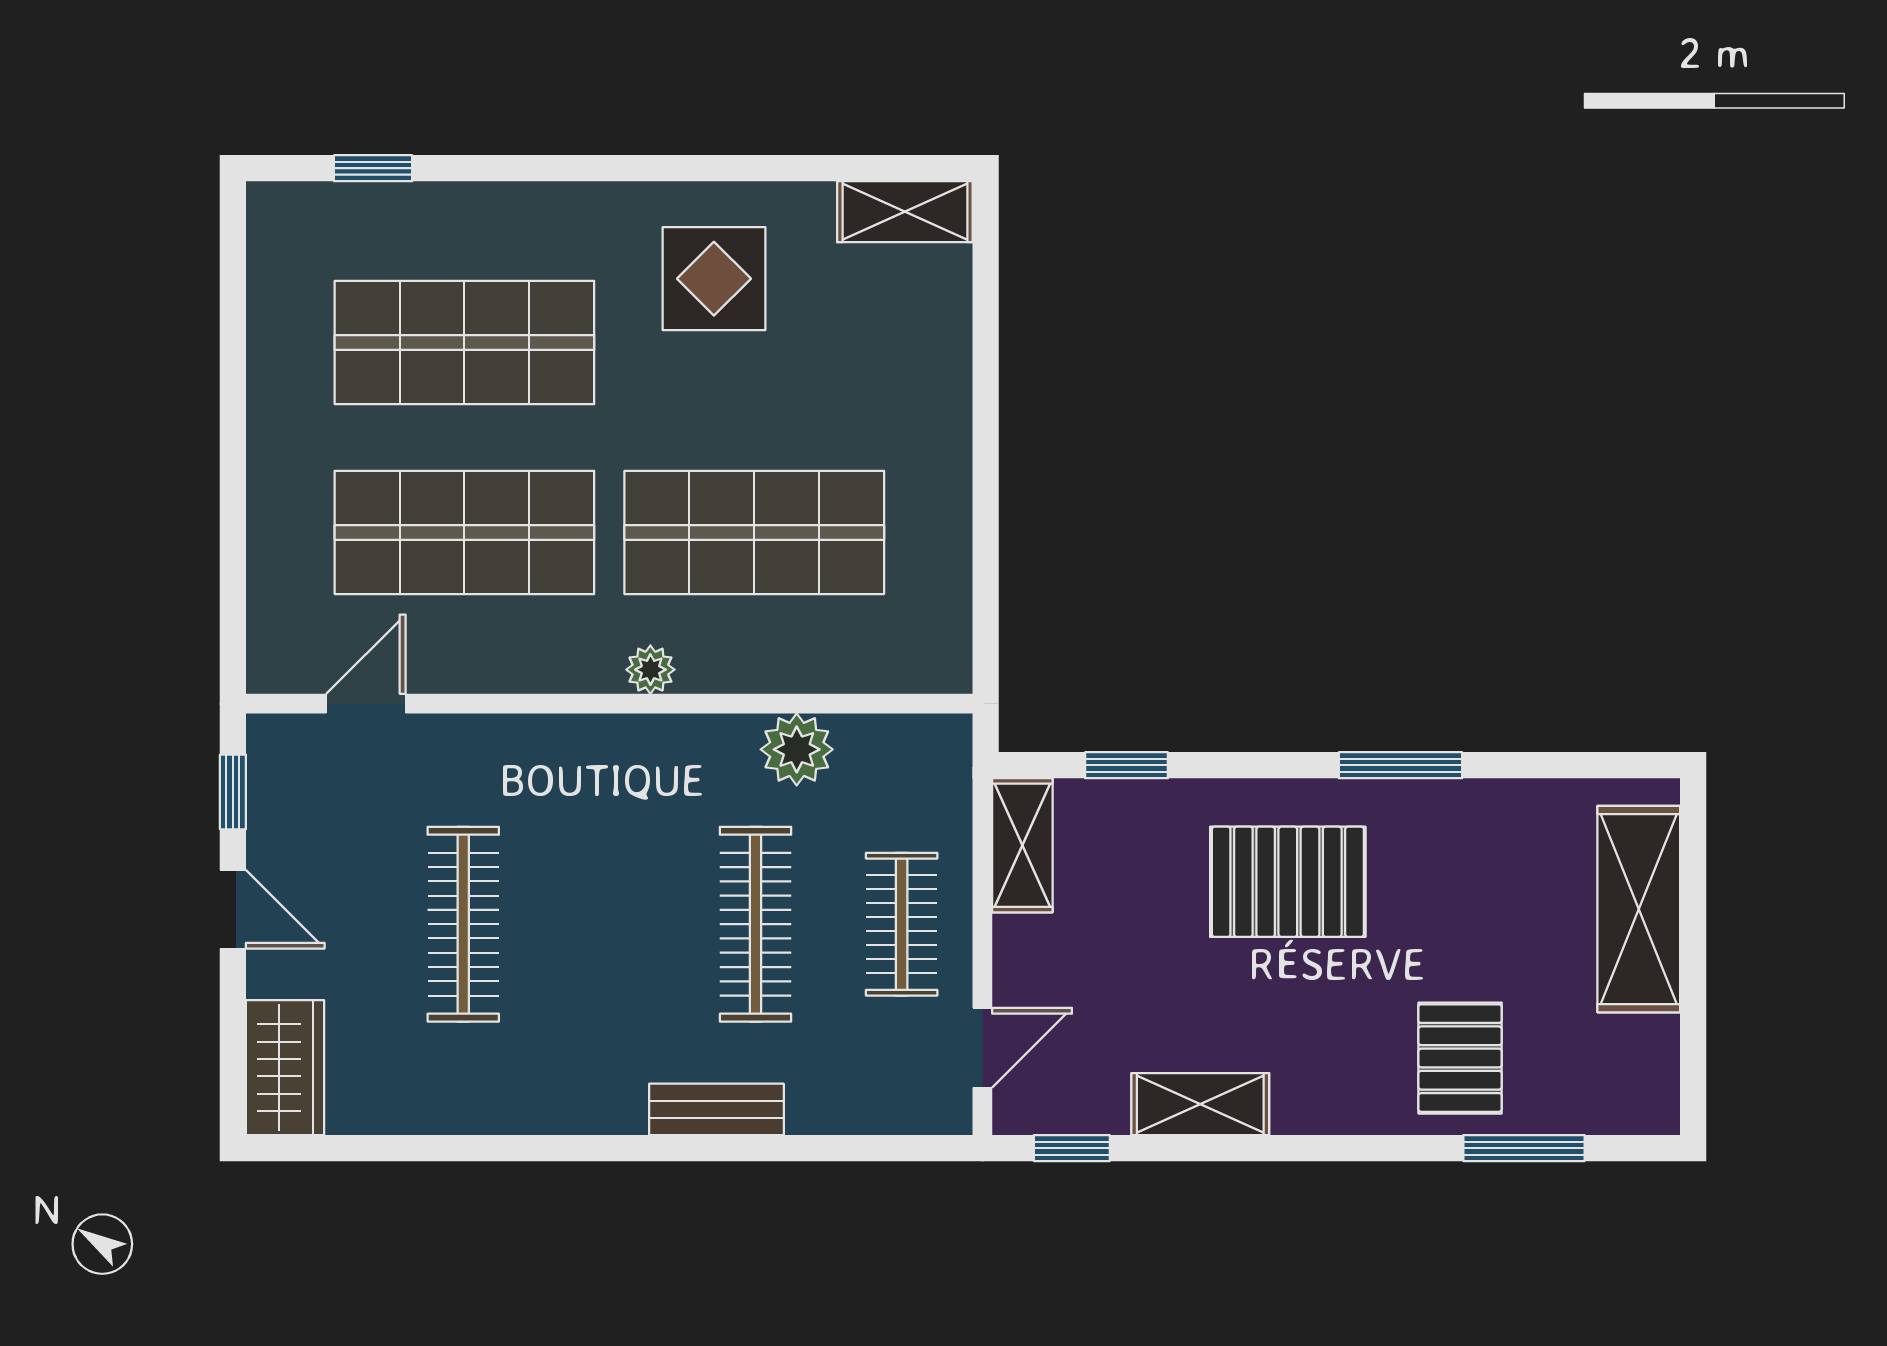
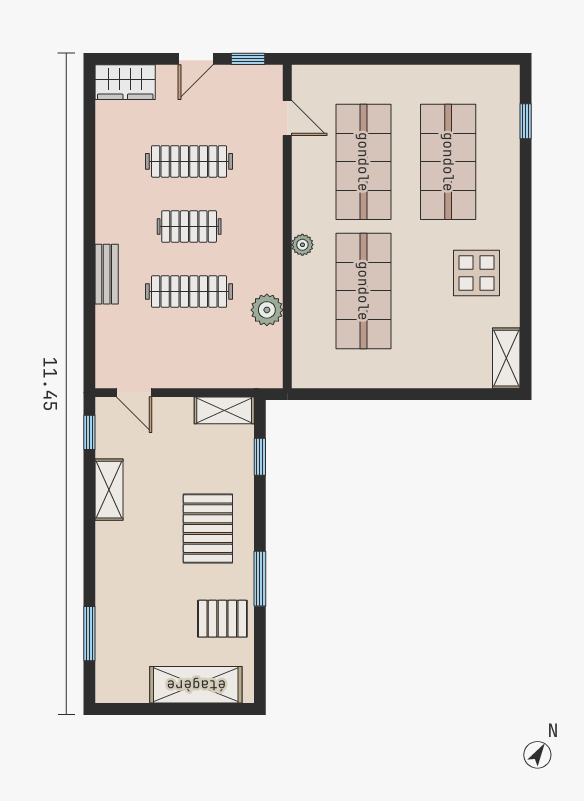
clothes rail: (902, 924) -> (189, 226), moved
pallet: (1460, 1058) -> (222, 619), moved

